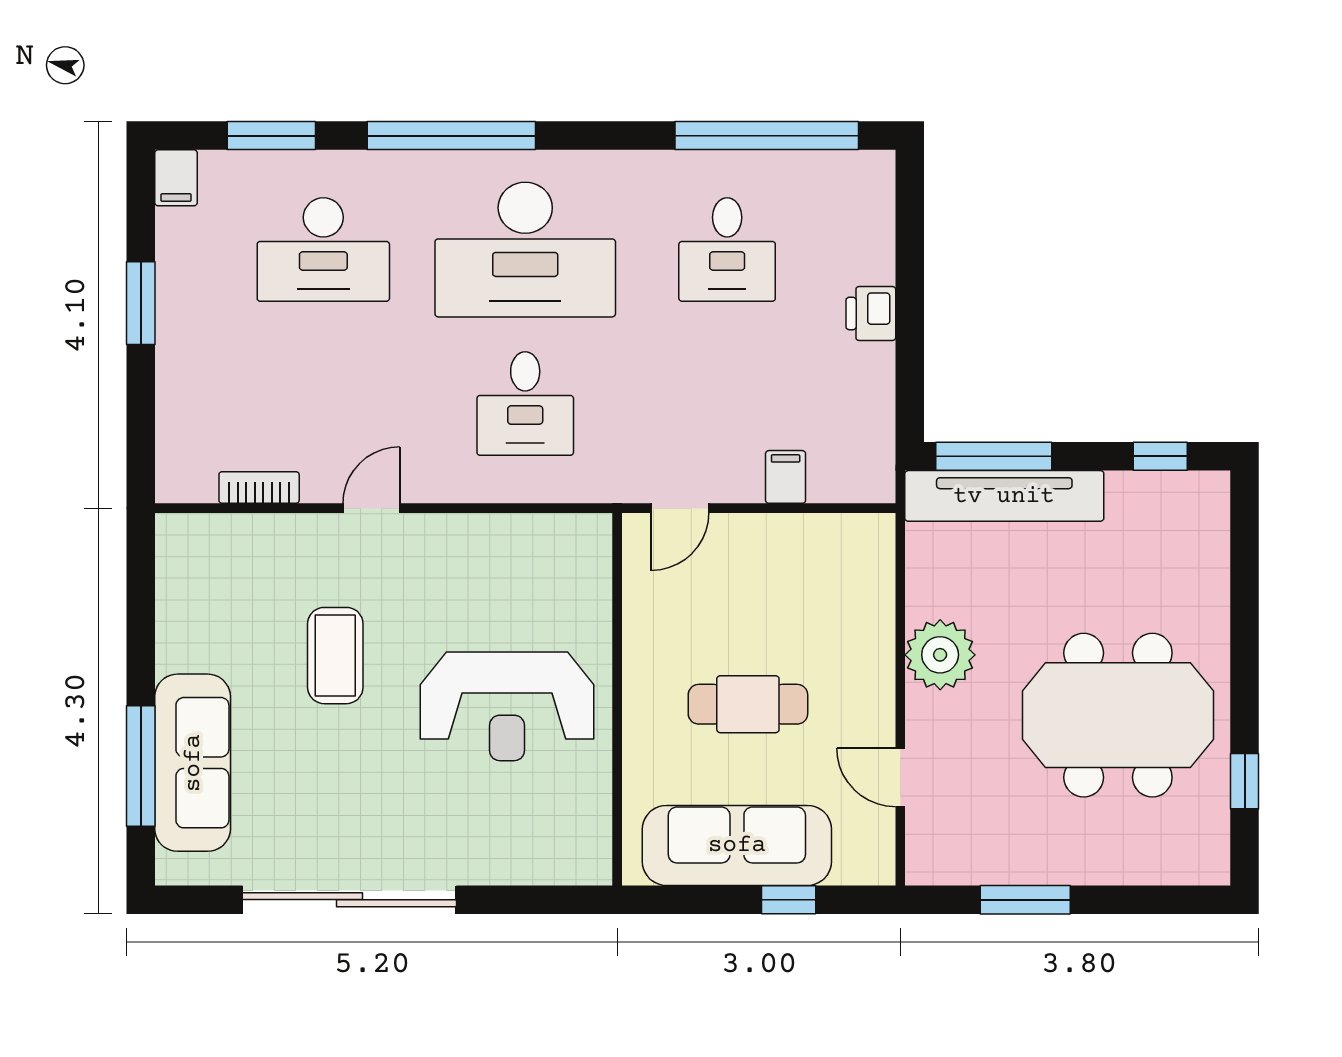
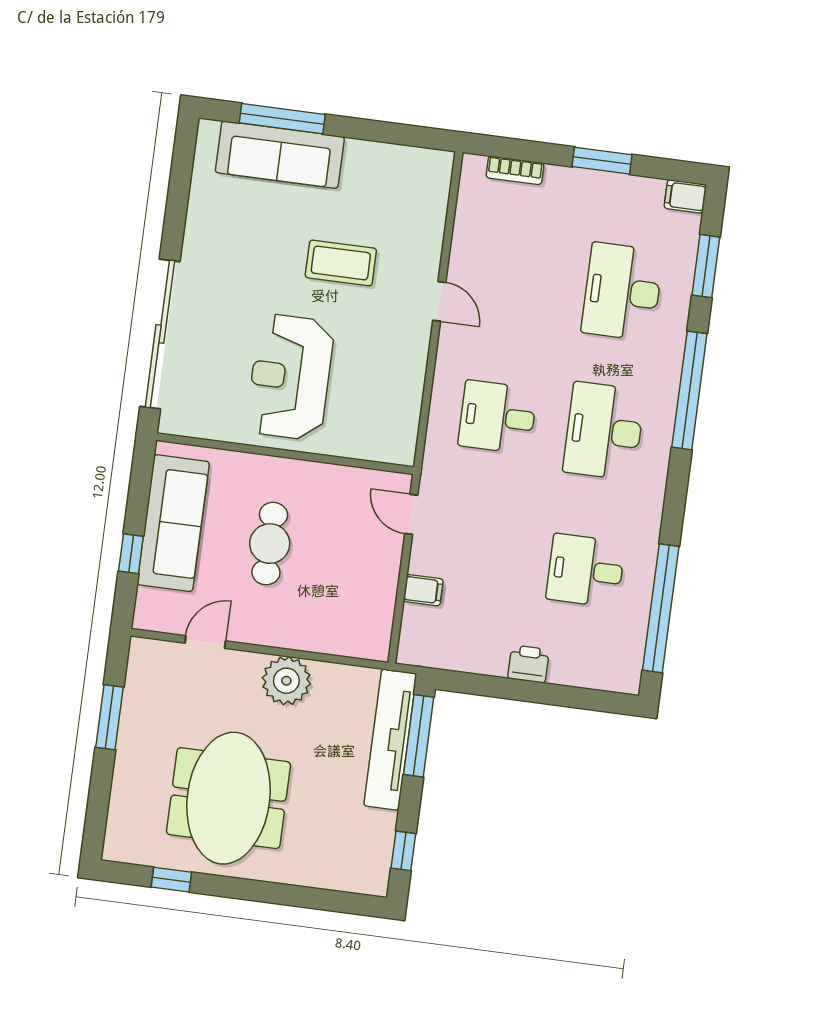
desk: (525, 250) -> (604, 431), width x0.73, depth x0.77
bookcase: (259, 488) -> (515, 170), moved, turned 90
sliding door: (349, 900) -> (160, 334), moved

